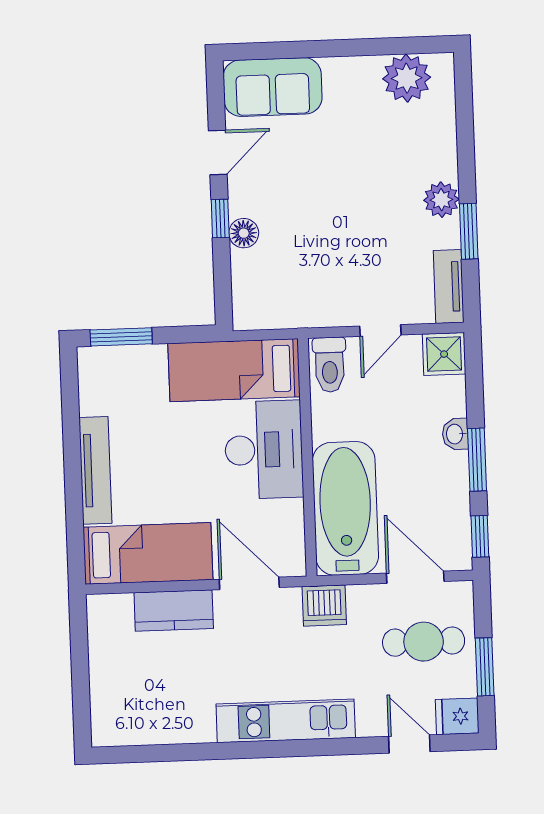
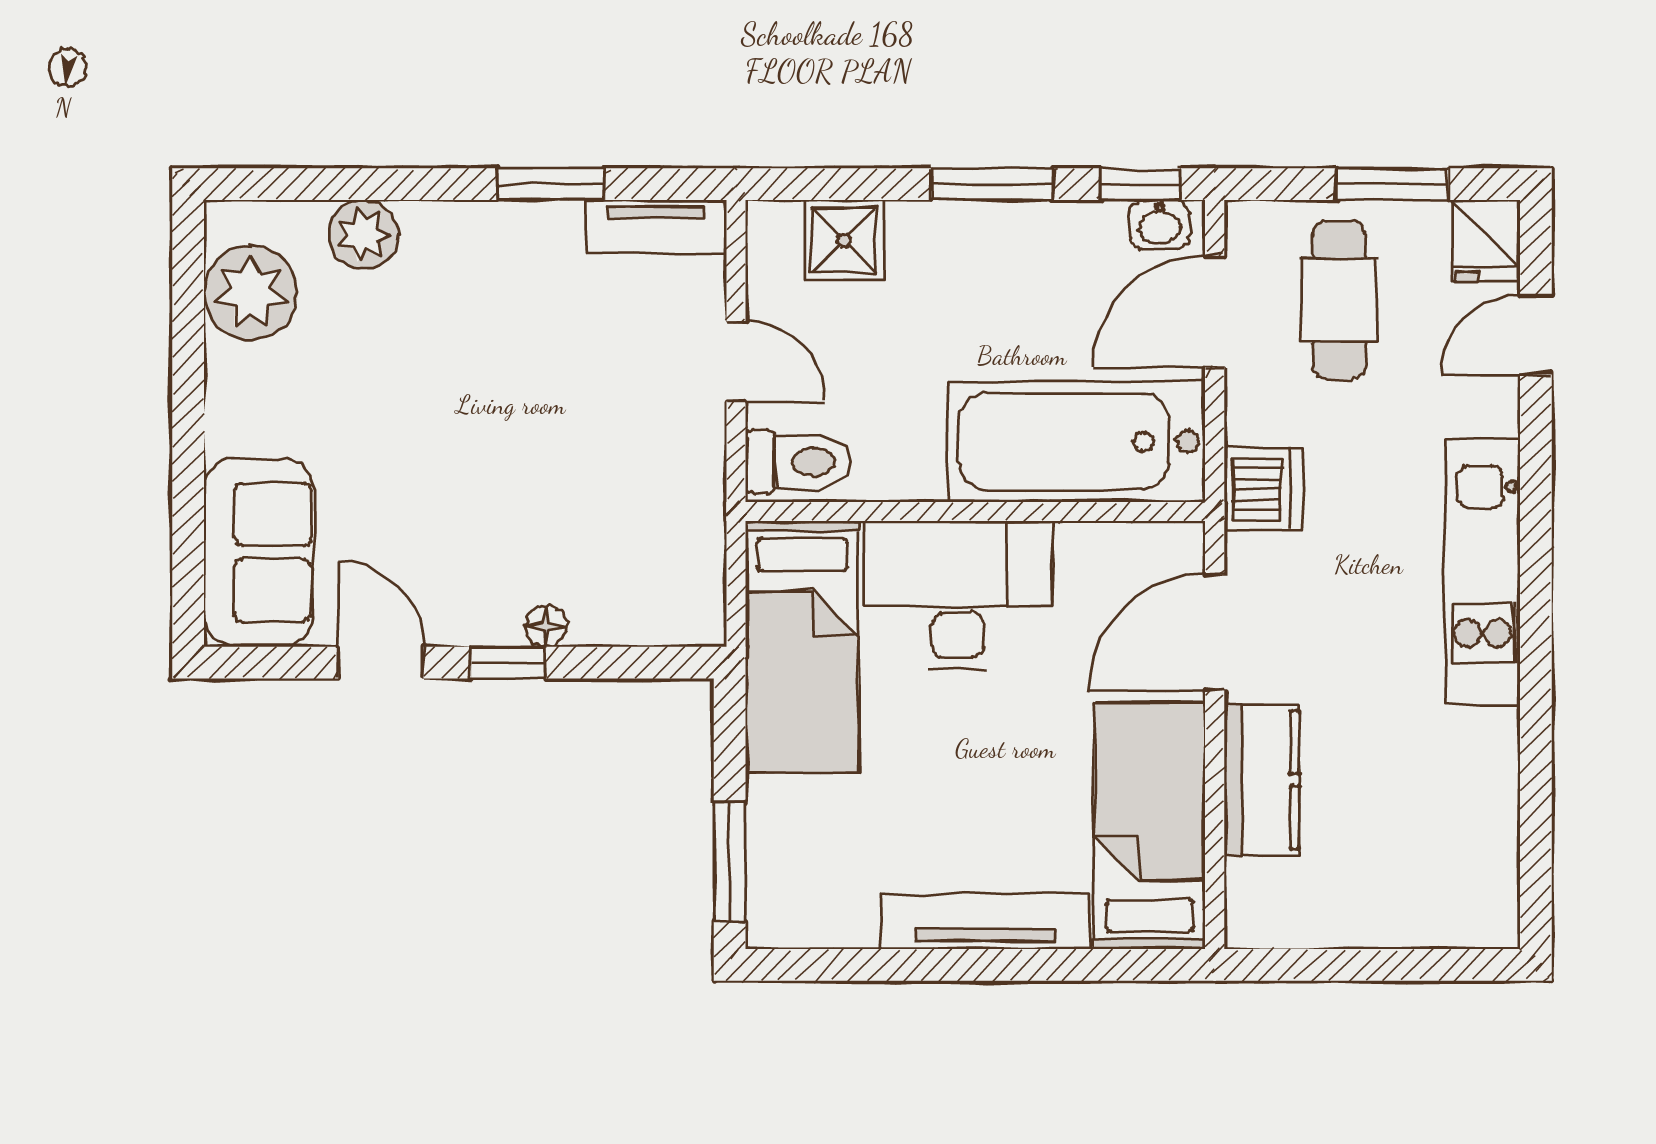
plant: (441, 200) -> (364, 235), moved
floor lamp: (244, 233) -> (546, 626), width x0.73, depth x0.73
shower: (444, 354) -> (844, 240), moved
washbasin: (455, 434) -> (1160, 224), moved

